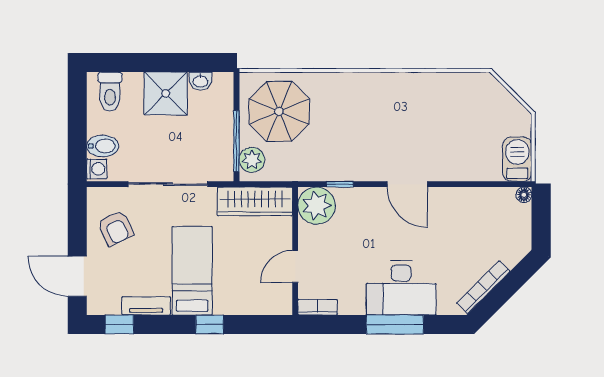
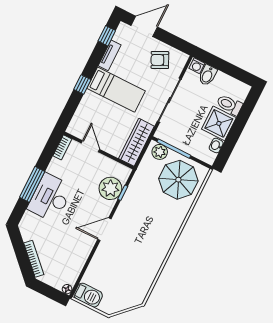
toilet: (110, 92) -> (229, 105), moved
plant: (317, 206) -> (110, 188), moved
bookcase: (483, 287) -> (34, 259), moved

